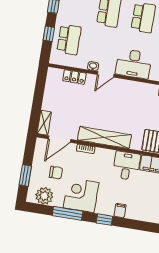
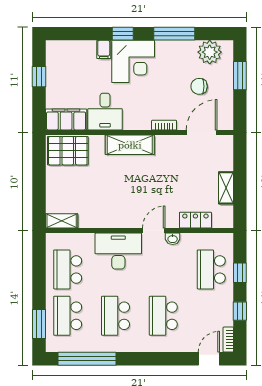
shelving: (44, 123) -> (226, 188), moved
shelving: (104, 138) -> (130, 145), width x0.68
corner desk: (81, 195) -> (133, 61), moved

